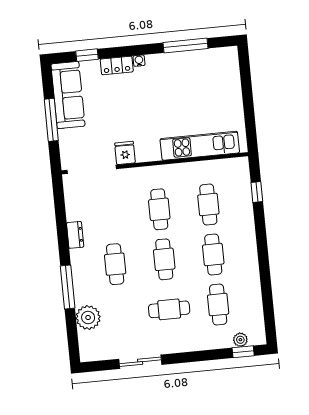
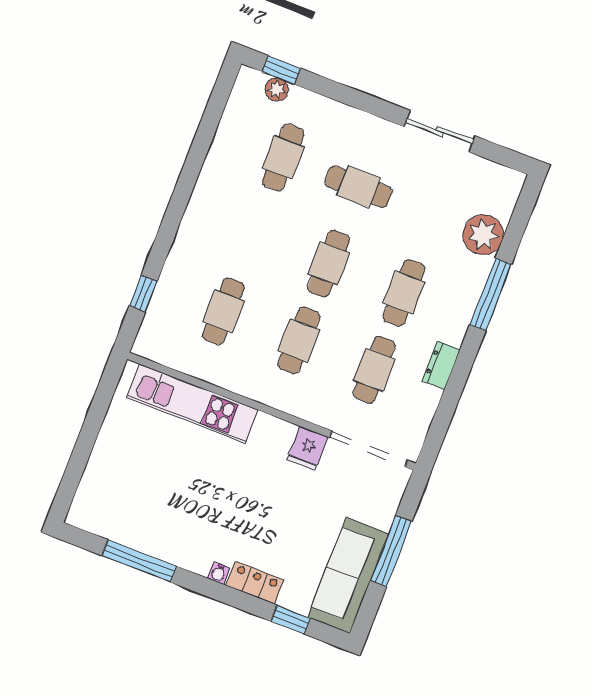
cafe table: (213, 255) -> (374, 370), moved

